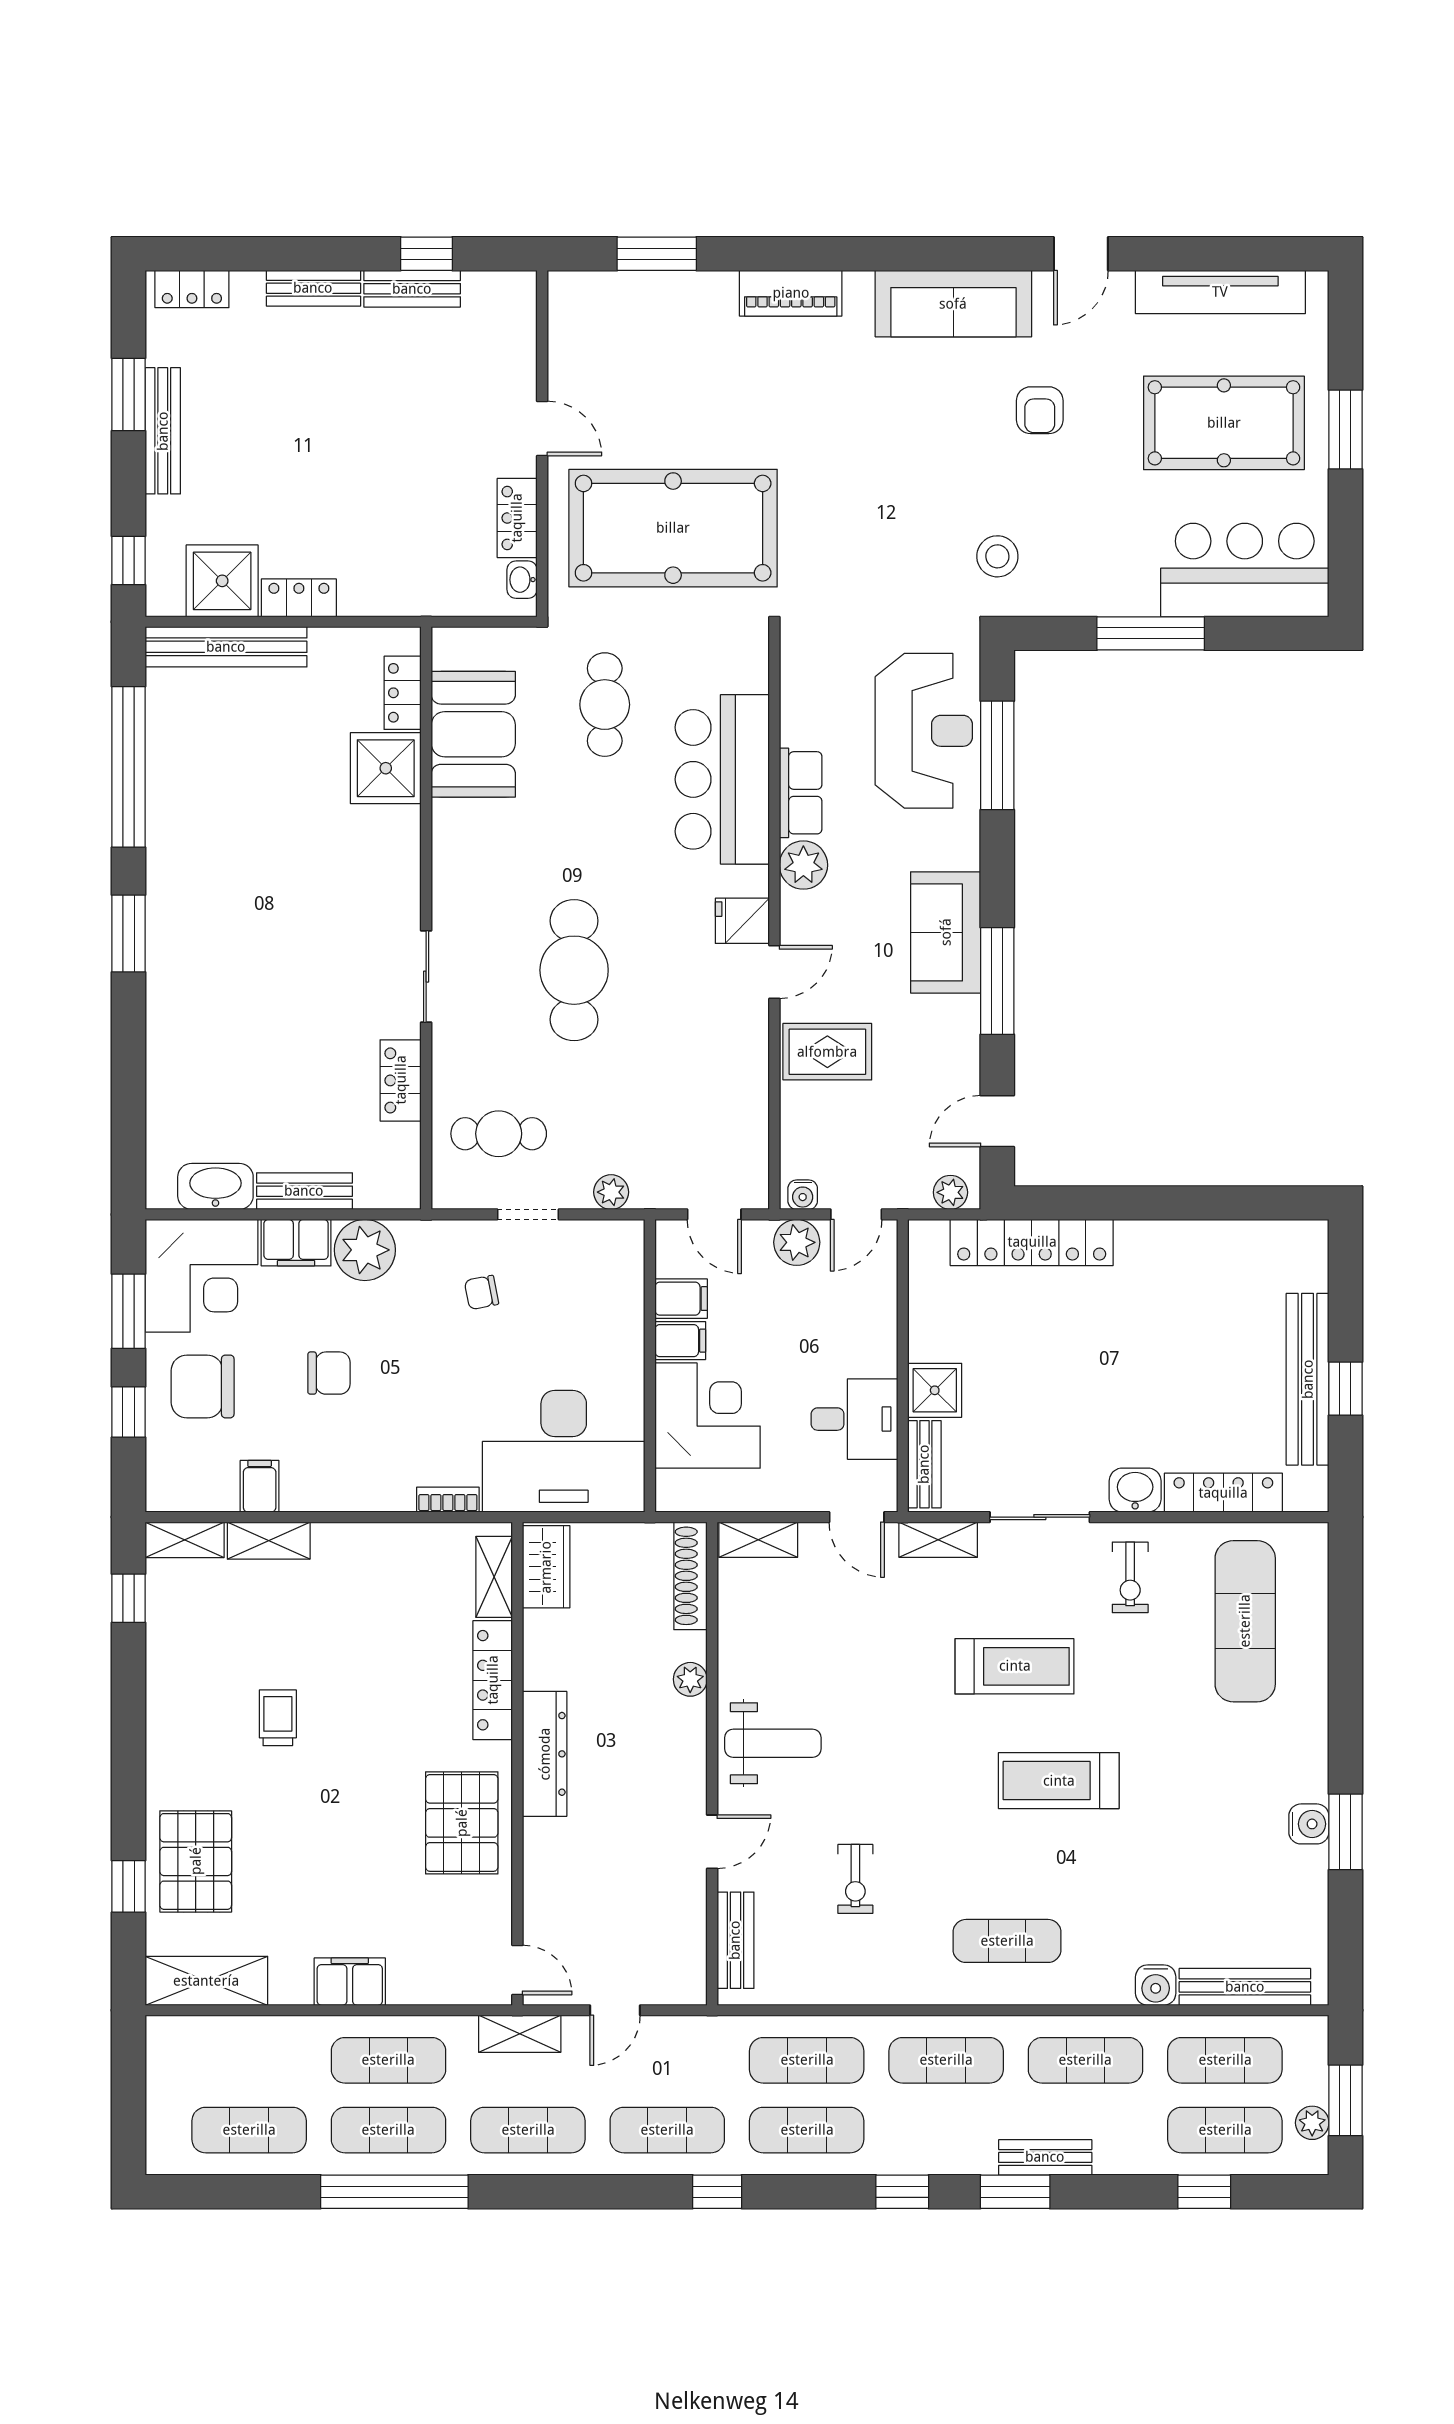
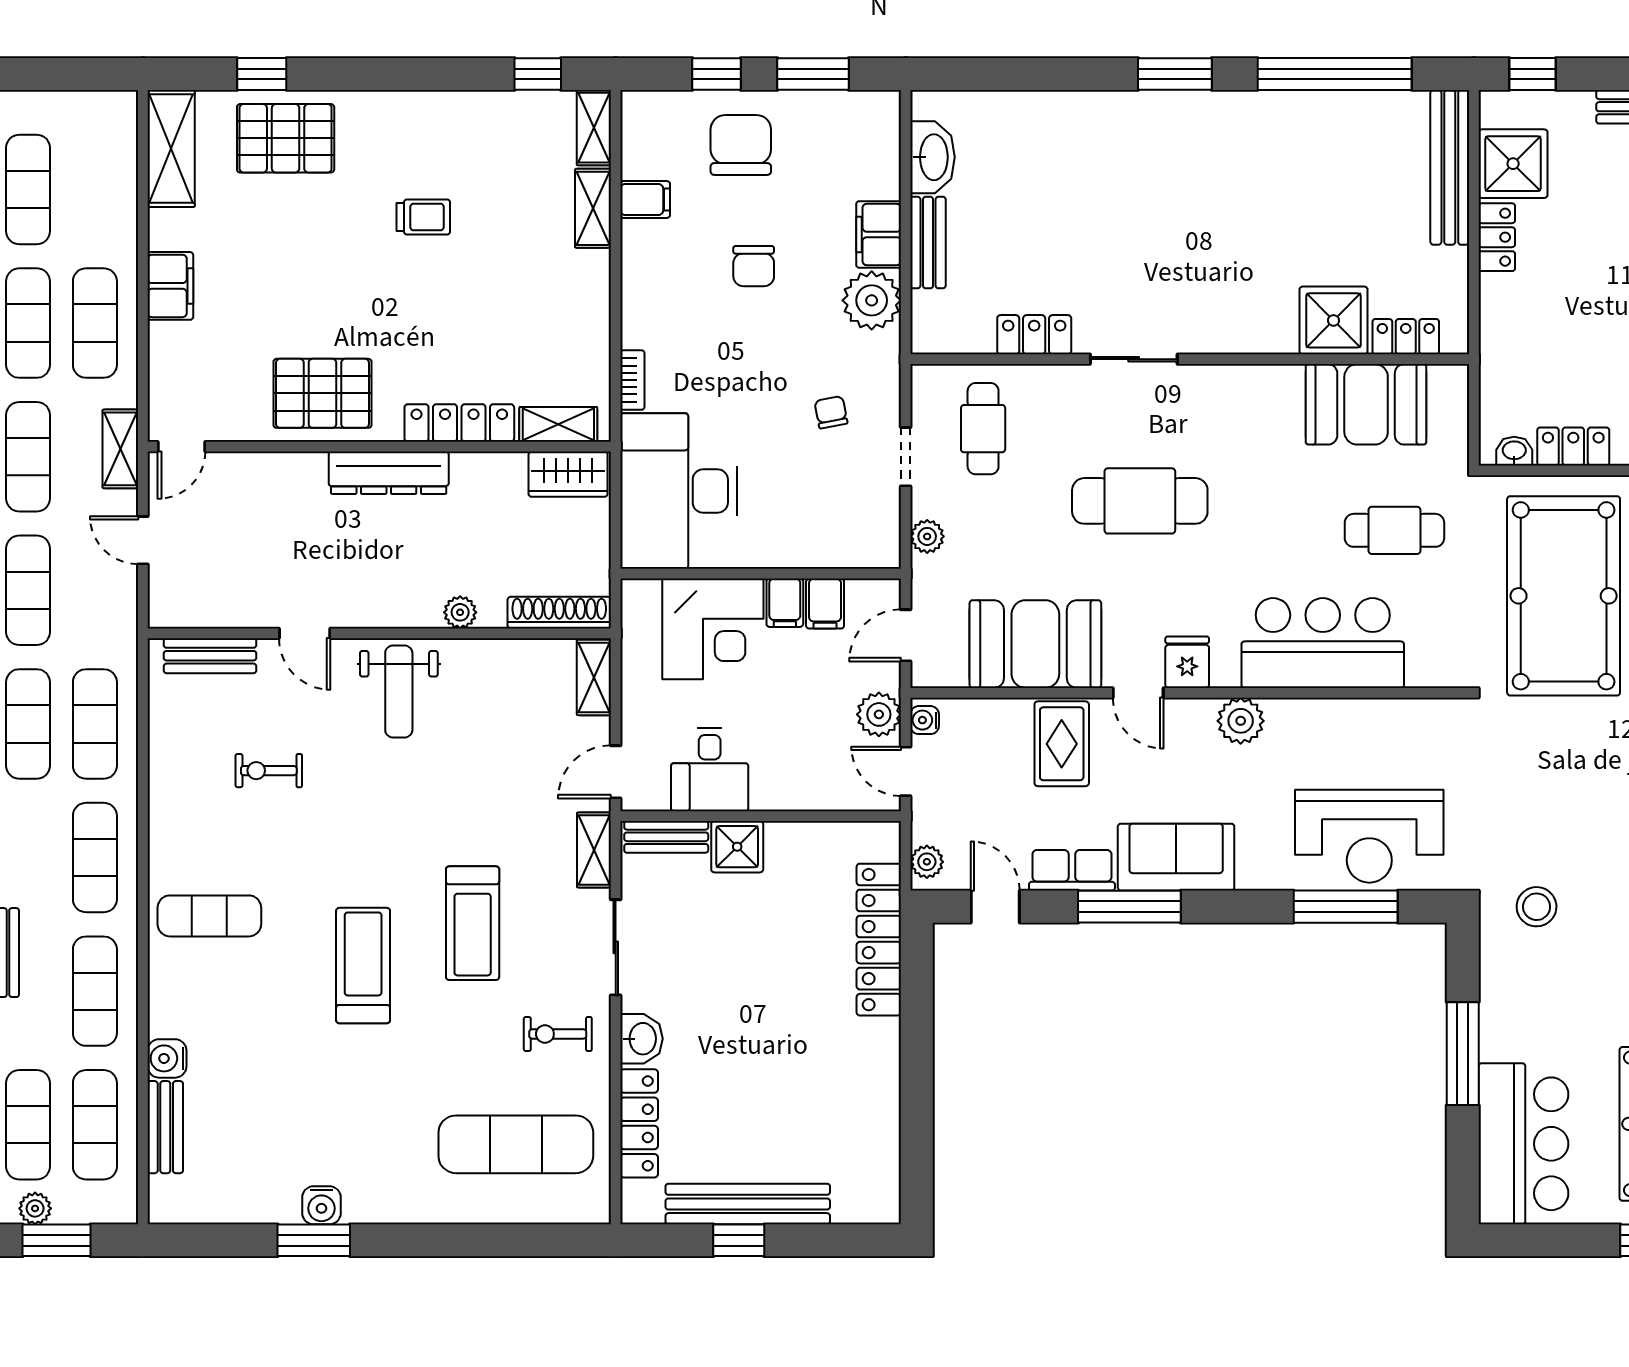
row of seats: (801, 793) -> (1072, 870), moved, turned 180
booth: (723, 1079) -> (1035, 644), added
corner desk: (201, 1276) -> (847, 144), removed
exercise mat: (1007, 1941) -> (209, 916), turned 90
bench: (1245, 1987) -> (165, 1127), width x0.73

